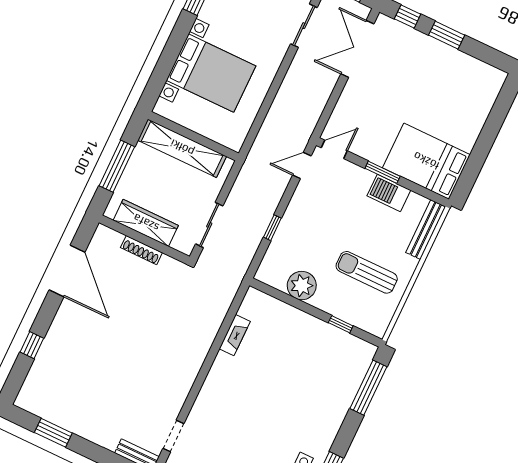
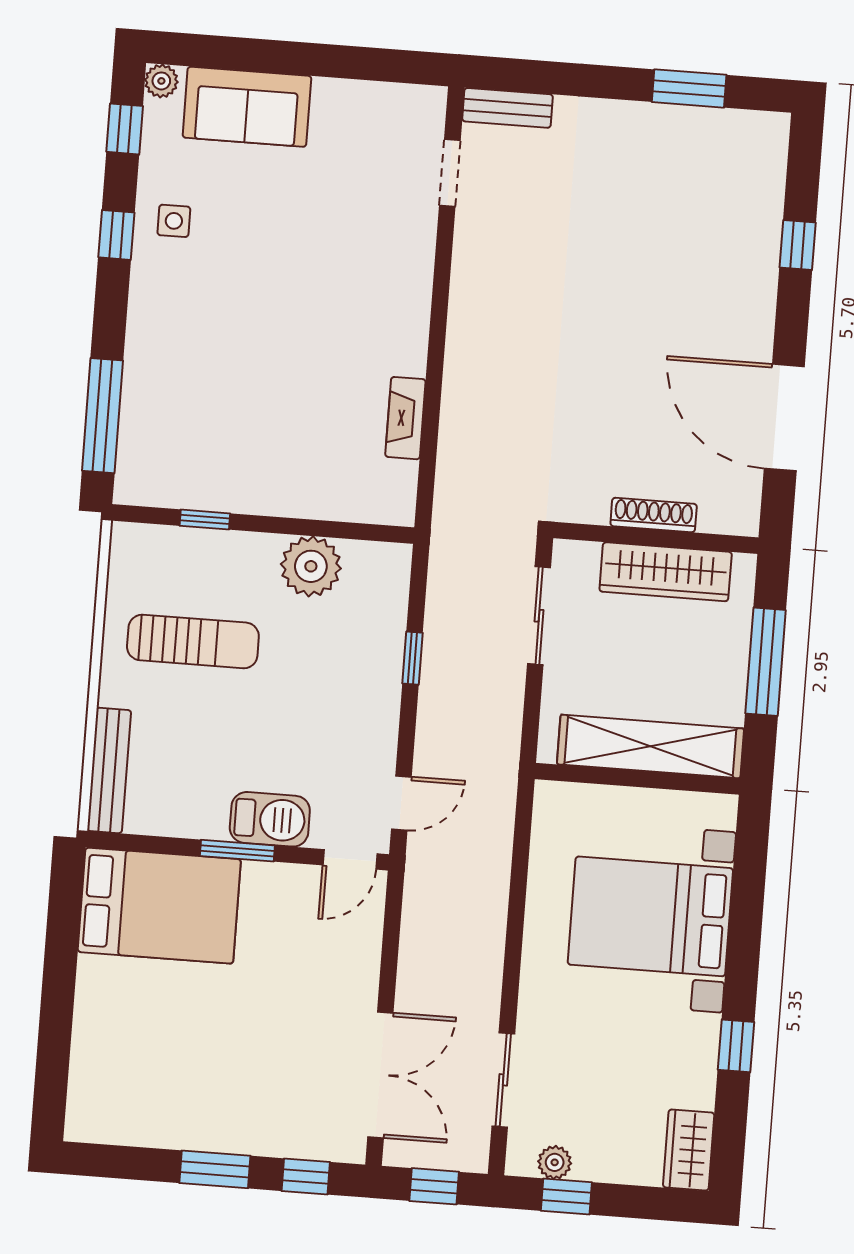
barbecue: (389, 193) -> (270, 819), moved

